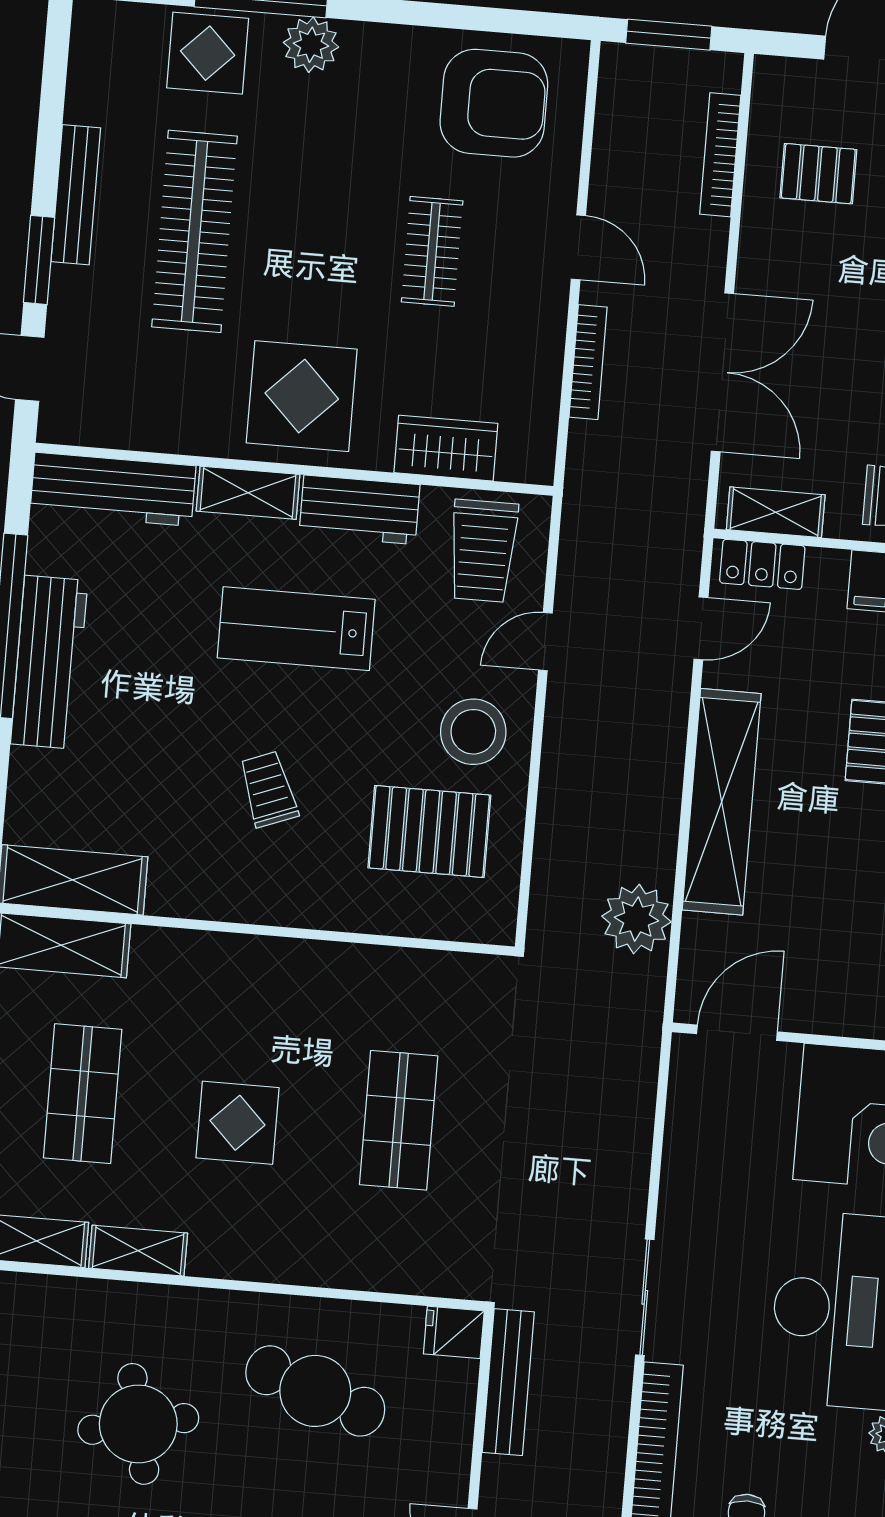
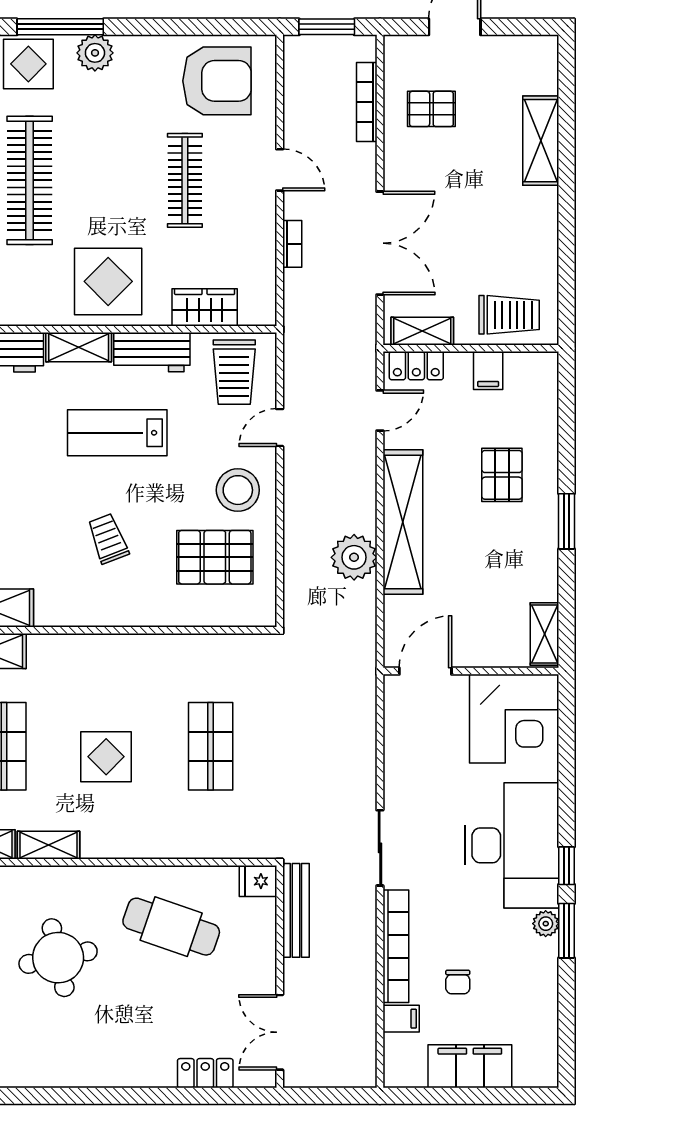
clothes rail: (432, 251) -> (185, 180), width x1.36
bookcase: (588, 362) -> (292, 244), width x0.64
plant: (637, 919) -> (354, 557), moved

